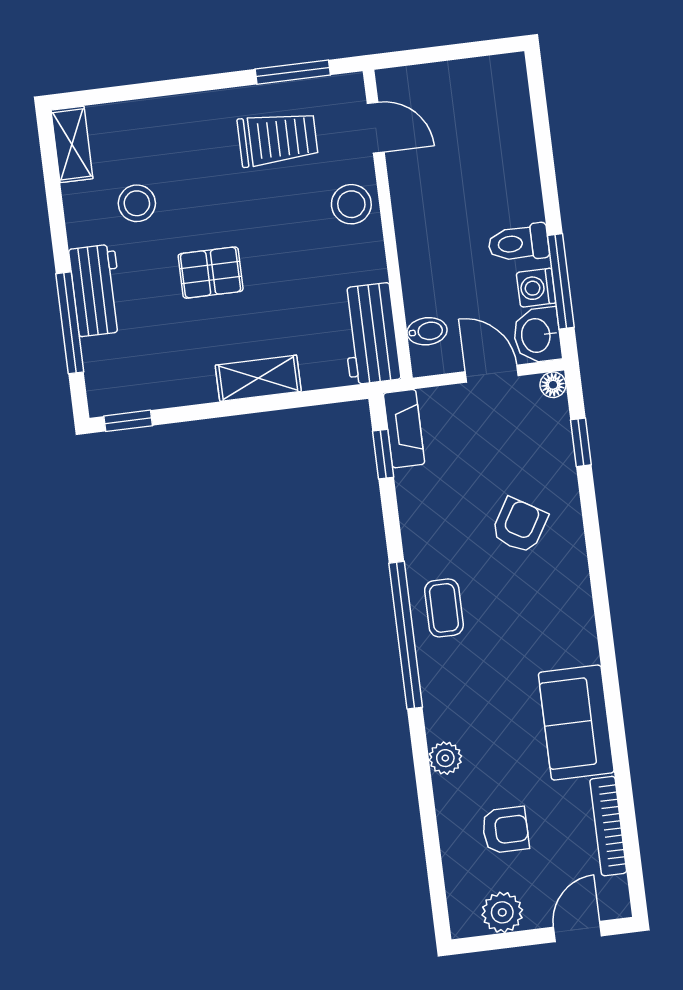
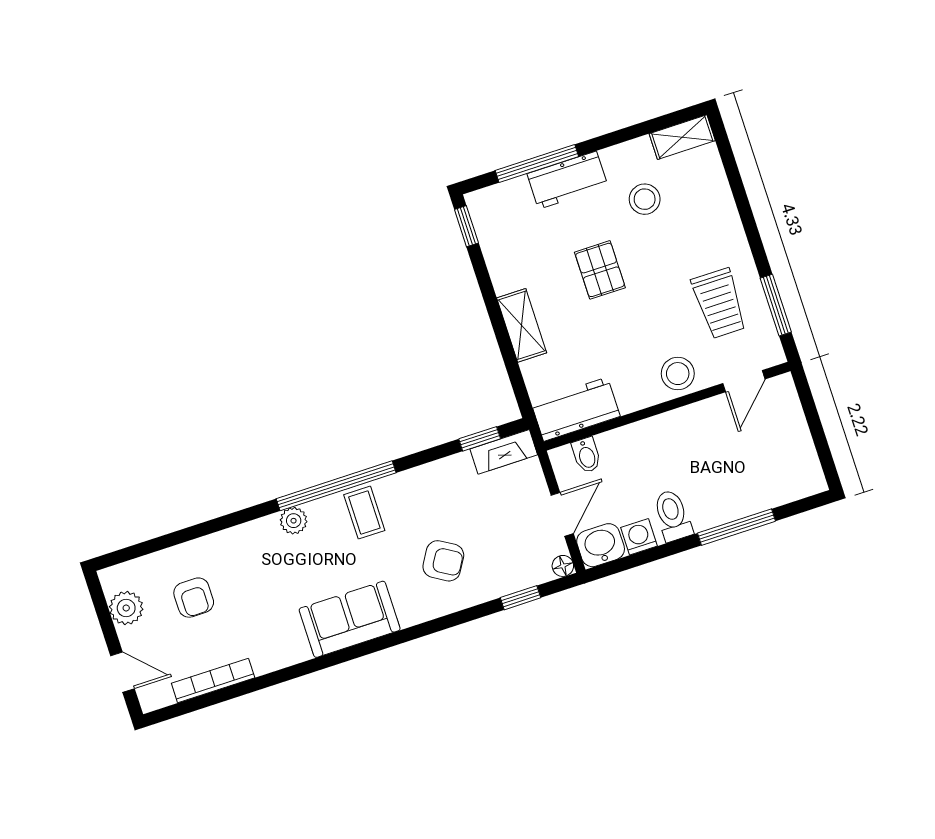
window: (561, 281) -> (737, 527), moved
coffee table: (444, 608) -> (364, 513), turned 90
sofa: (576, 723) -> (350, 619), moved
plant: (445, 758) -> (294, 521), moved

